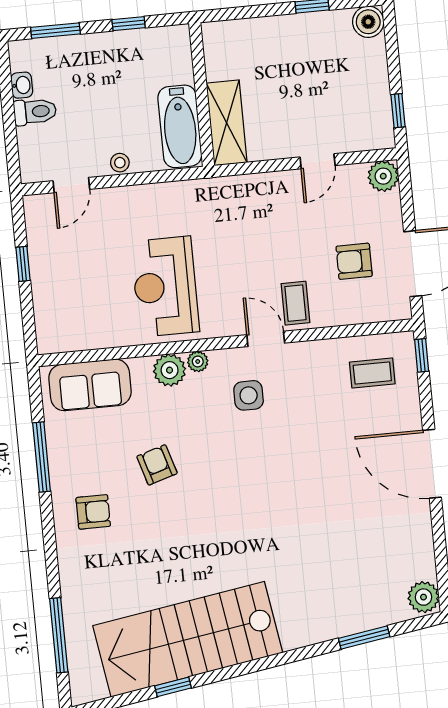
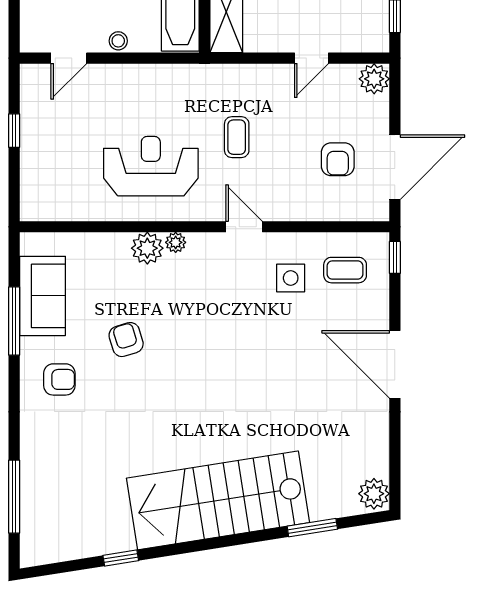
armchair: (354, 261) -> (338, 159), turned -90
reception desk: (165, 287) -> (151, 166), turned 90
coffee table: (295, 303) -> (237, 137), moved
sofa: (90, 385) -> (42, 296), moved, turned -90
side table: (249, 395) -> (291, 278), moved
stairs: (188, 639) -> (218, 500), moved

